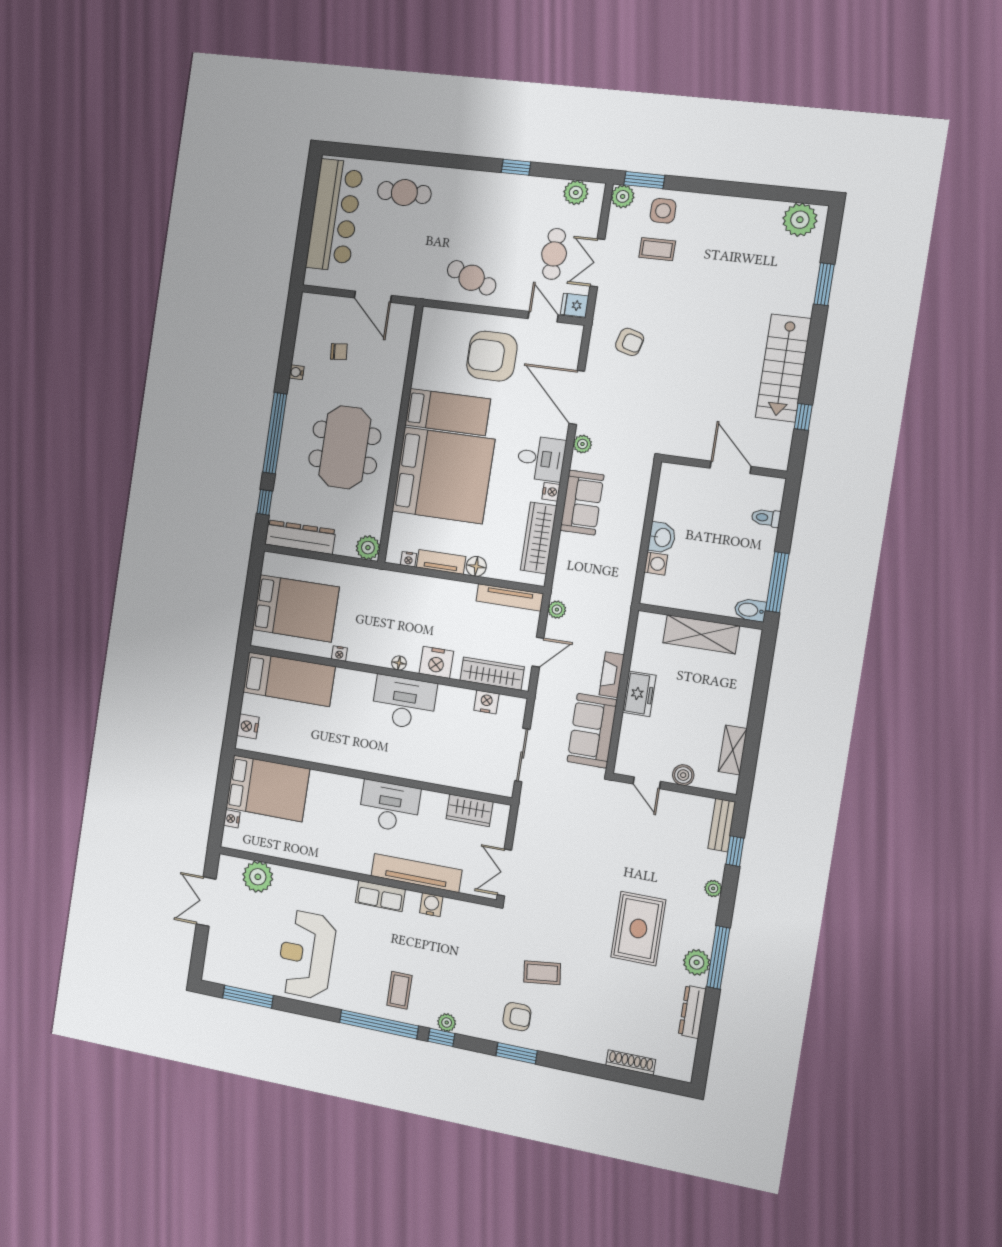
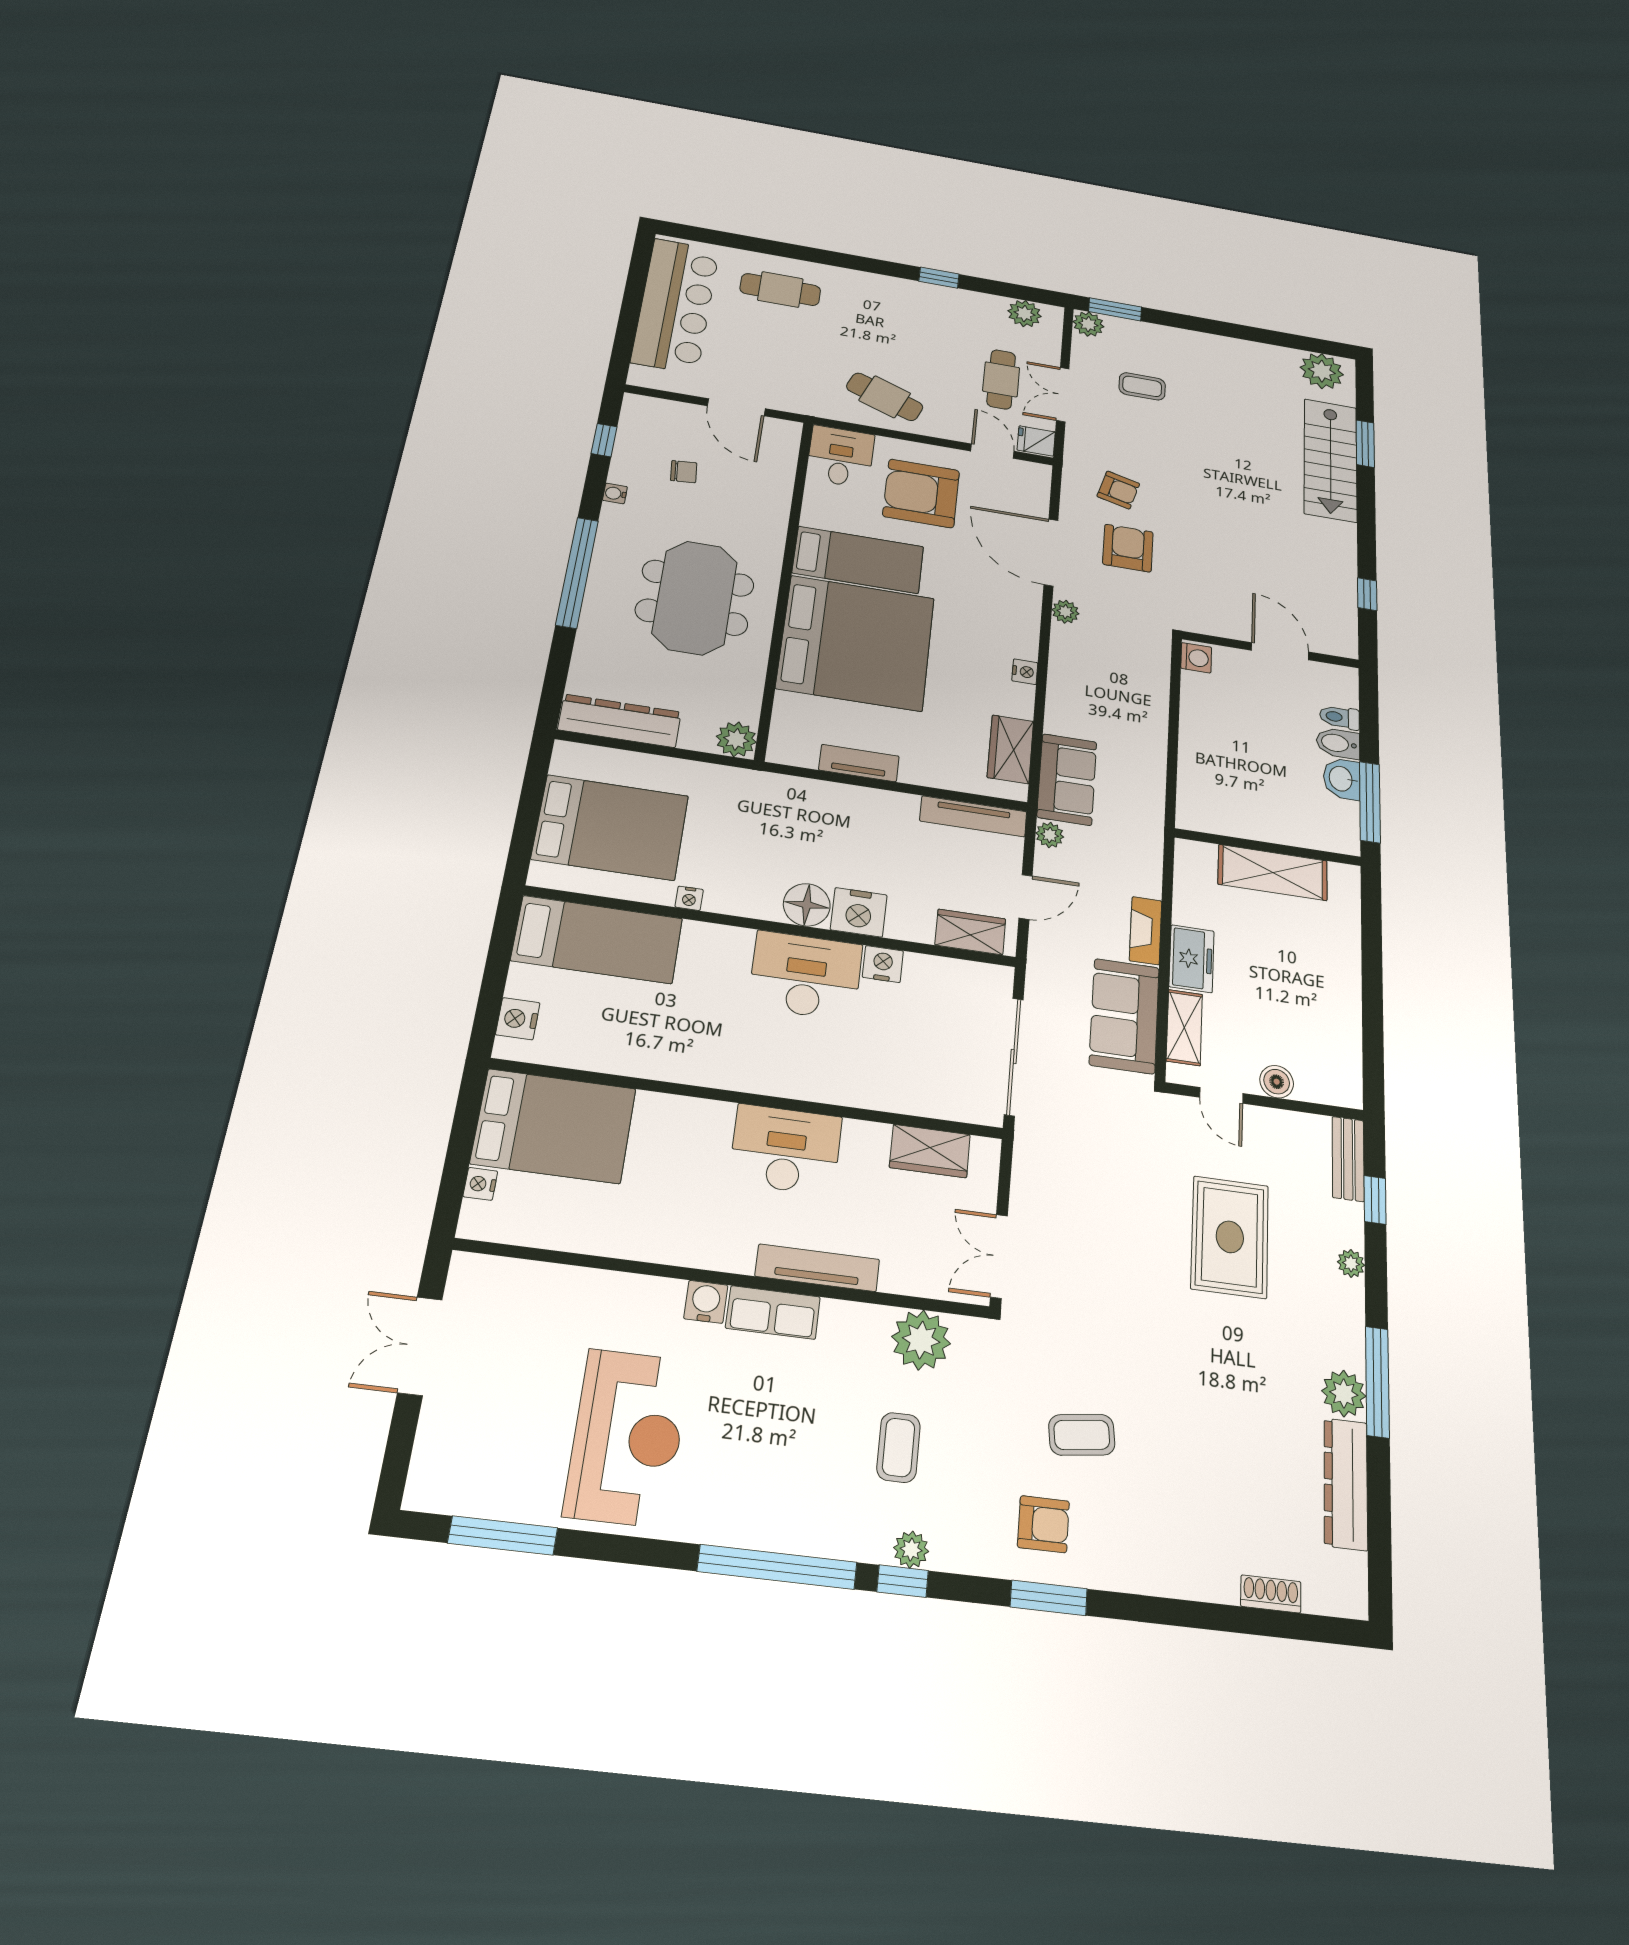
side table: (663, 211) -> (1144, 345), removed
stairs: (783, 368) -> (1330, 460), moved
armchair: (631, 390) -> (1128, 548), added
desk: (541, 458) -> (841, 457), moved, turned -90
window: (265, 502) -> (604, 440), moved
sofa: (582, 503) -> (1067, 779), moved
washbasin: (662, 537) -> (1342, 779), moved, turned 180
wardrobe: (539, 538) -> (1010, 749), width x0.67
nightstand: (409, 559) -> (805, 758), removed
washing machine: (656, 564) -> (1196, 658), moved
floor lamp: (476, 566) -> (916, 771), removed
bidet: (750, 610) -> (1338, 743), moved
floor lamp: (399, 663) -> (807, 905), width x1.89, depth x1.89
wardrobe: (492, 674) -> (970, 932), width x0.67
nightstand: (486, 702) -> (883, 964), moved
shelving: (733, 750) -> (1184, 1028), moved
sliding door: (522, 755) -> (1014, 1057), width x1.37
tv unit: (416, 873) -> (817, 1268), width x0.73, depth x0.78
plant: (258, 877) -> (921, 1340), moved
water cooler: (431, 905) -> (706, 1302), moved
rug: (638, 929) -> (1230, 1237), moved
reception desk: (306, 955) -> (627, 1437), turned 180
coffee table: (399, 990) -> (898, 1447), moved
dresser: (692, 1012) -> (1346, 1484), width x1.37, depth x1.24
shoe rack: (631, 1062) -> (1271, 1594), width x0.70

